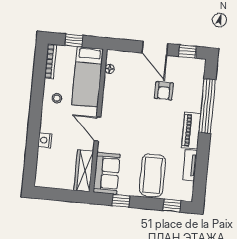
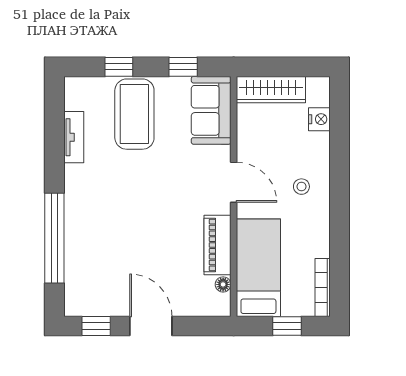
armchair: (164, 91) -> (129, 257), removed
stool: (57, 98) -> (301, 187), moved
piano: (191, 131) -> (217, 245), moved, turned 180
nightstand: (45, 140) -> (319, 119), moved
wardrobe: (84, 171) -> (271, 90), moved, turned 90
window: (172, 206) -> (119, 67), moved

